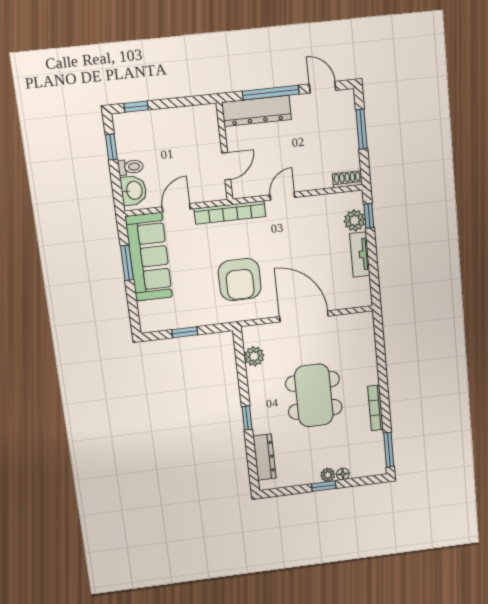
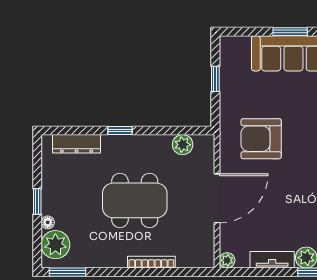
plant: (364, 299) -> (227, 260), added
bookcase: (375, 408) -> (151, 262), moved
plant: (328, 475) -> (55, 245), moved, width x1.88, depth x1.88

